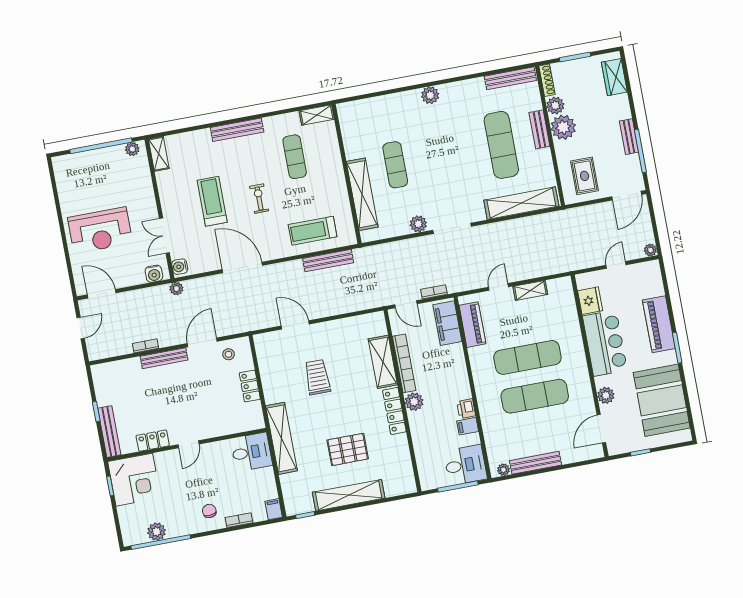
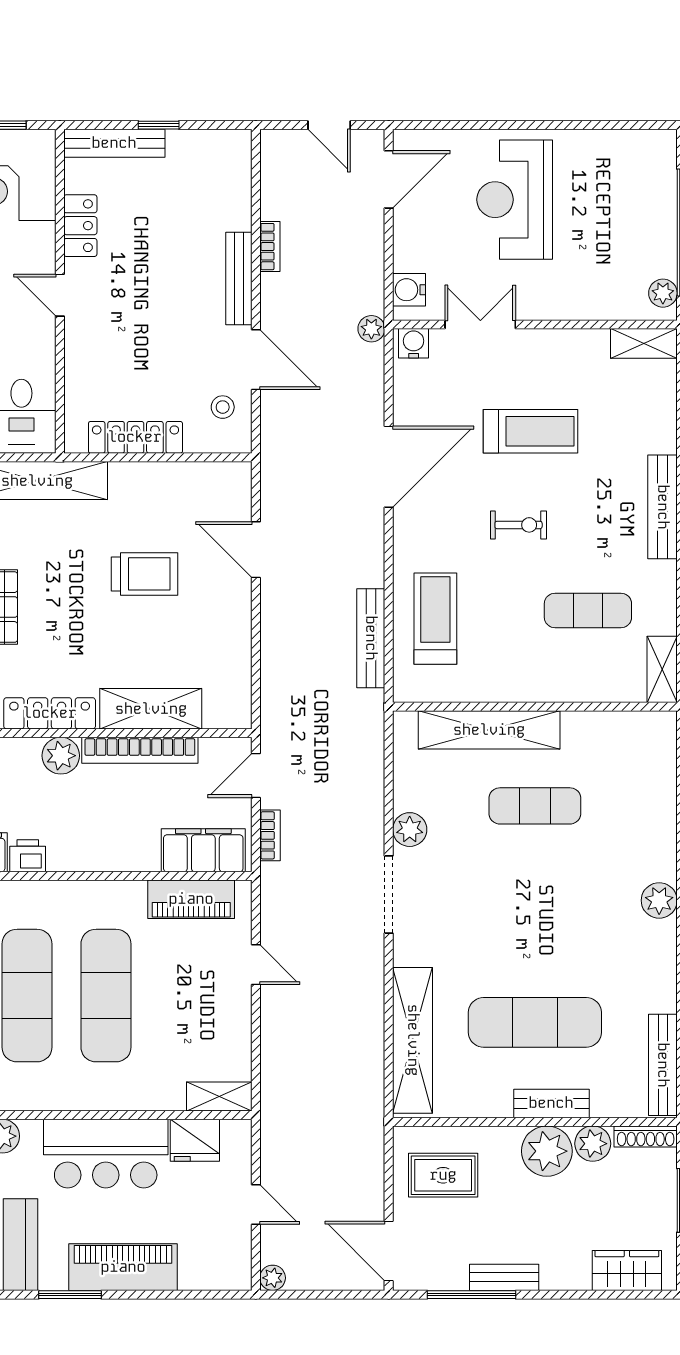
shelving: (530, 290) -> (219, 1096), moved, turned 90
door: (295, 325) -> (256, 550), swing flipped
locker: (250, 386) -> (135, 437), width x1.53

